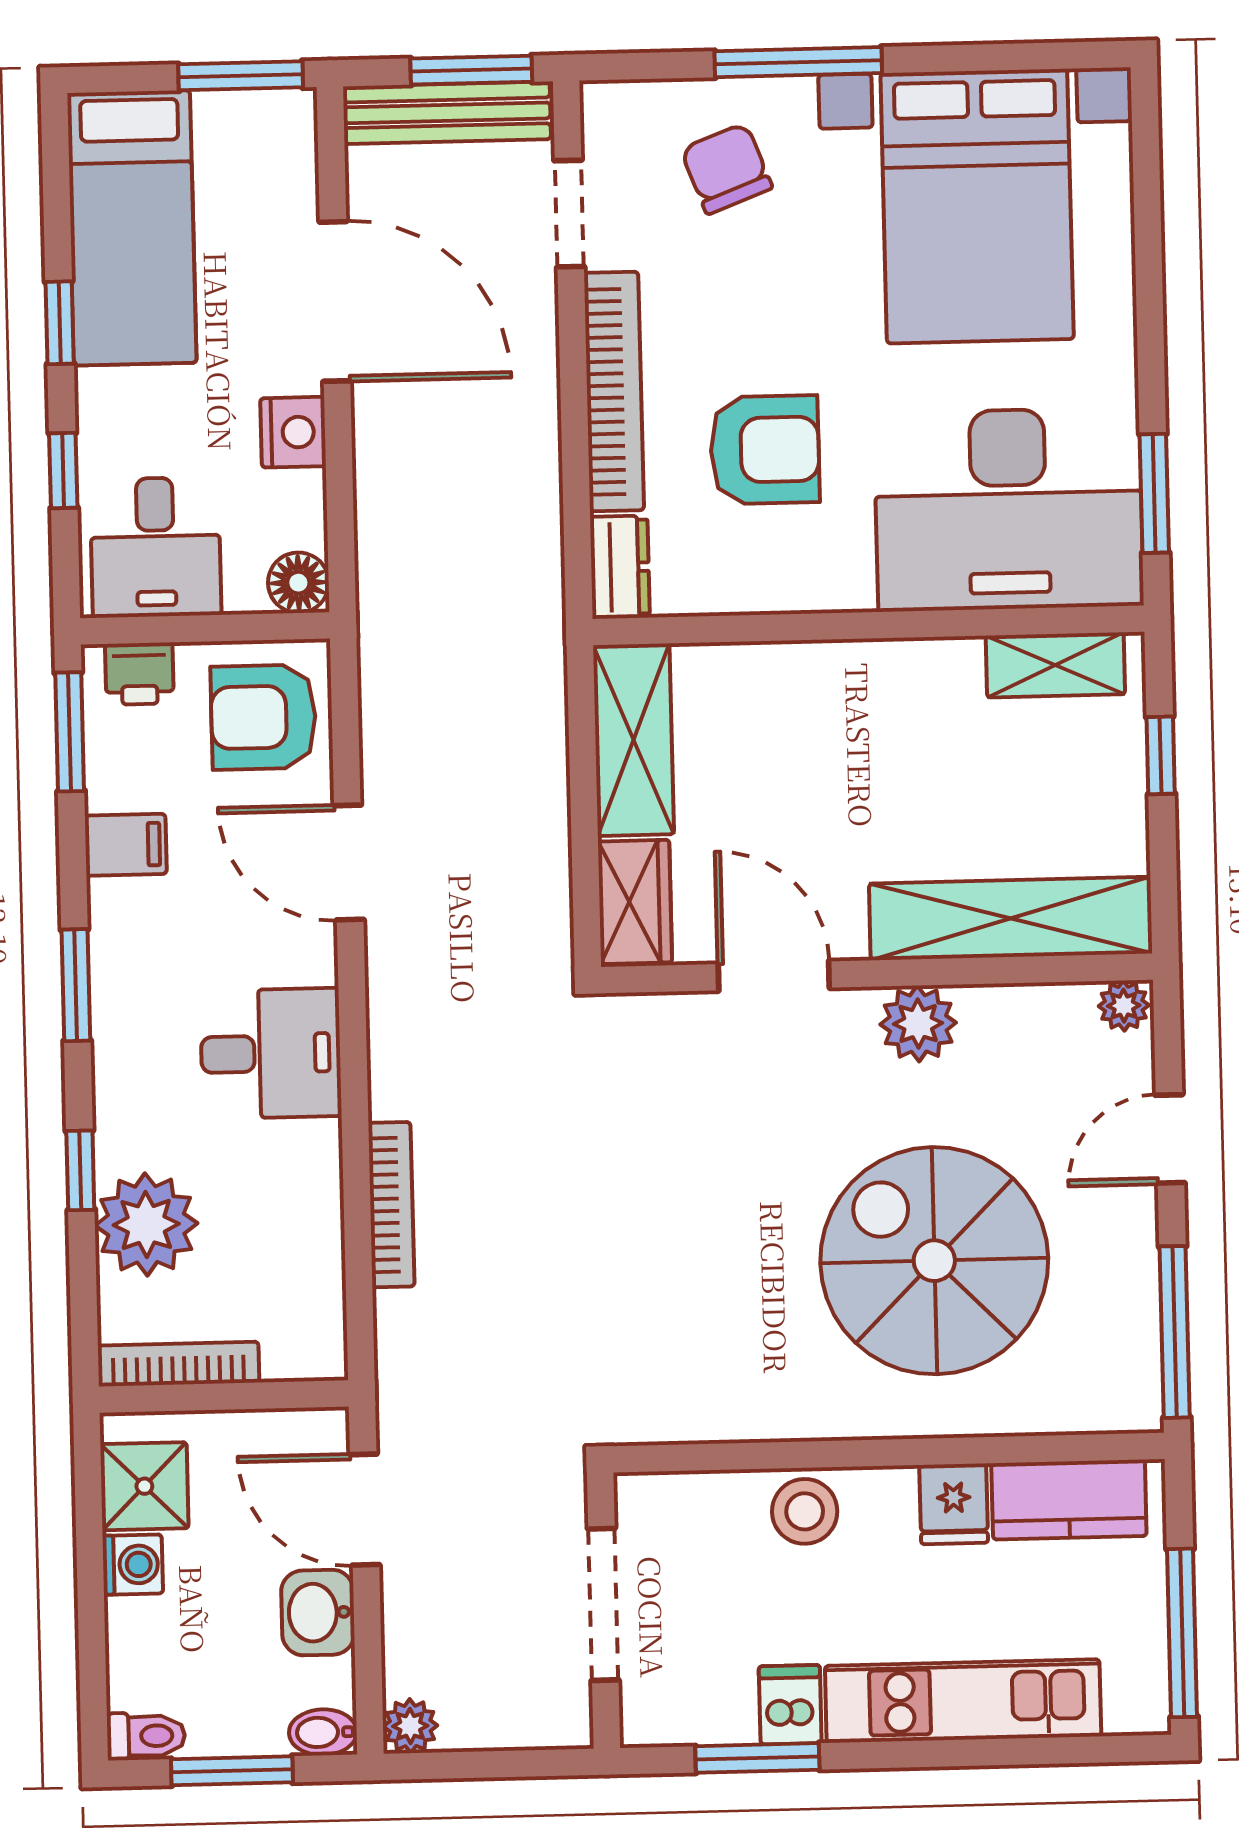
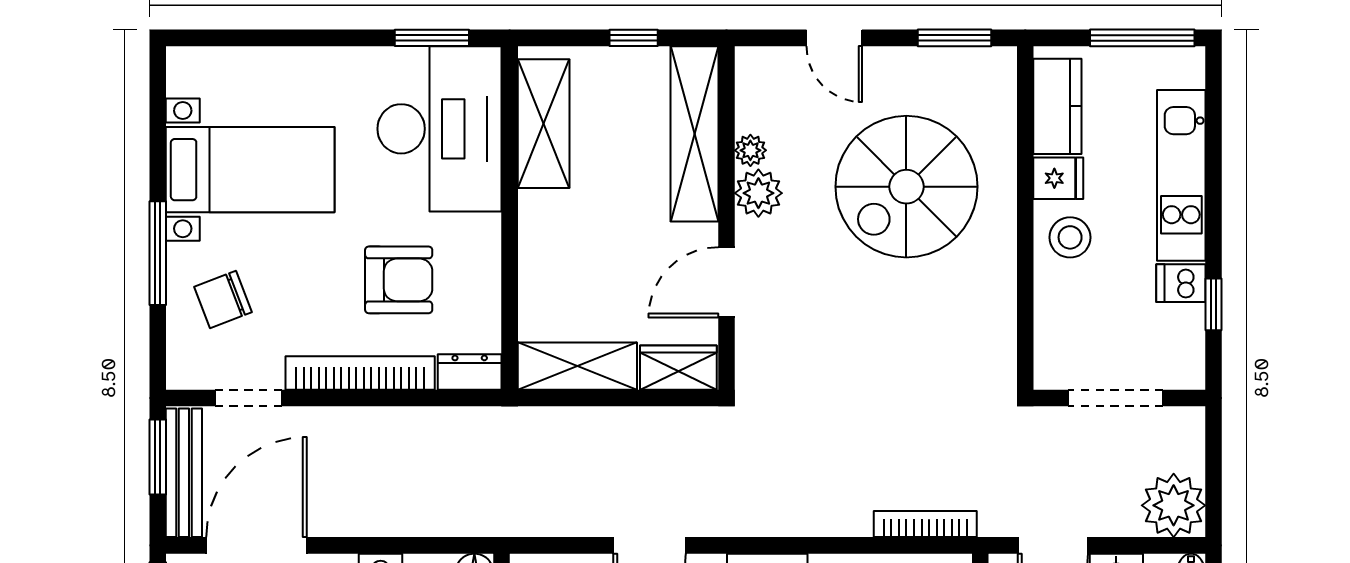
bed with nightstands: (977, 206) -> (250, 170), width x0.73
door: (335, 301) -> (256, 545), moved
armchair: (765, 450) -> (399, 280), turned 90
shelving: (1055, 665) -> (544, 124), width x1.50, depth x1.33
window: (1161, 755) -> (634, 38), moved
plant: (1124, 1006) -> (750, 150), moved
bookcase: (391, 1205) -> (925, 524), moved
window: (1175, 1332) -> (955, 38), width x0.69
stool: (805, 1511) -> (1070, 237), moved
plant: (410, 1726) -> (1174, 505), width x1.88, depth x1.88
window: (757, 1758) -> (1214, 304), width x0.67

